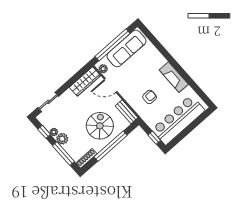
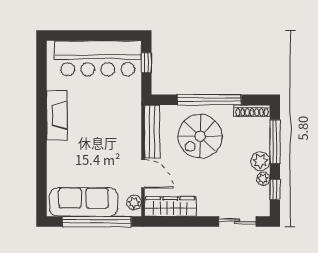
armchair: (150, 97) -> (108, 118), removed
bench: (127, 112) -> (152, 132), width x1.36

